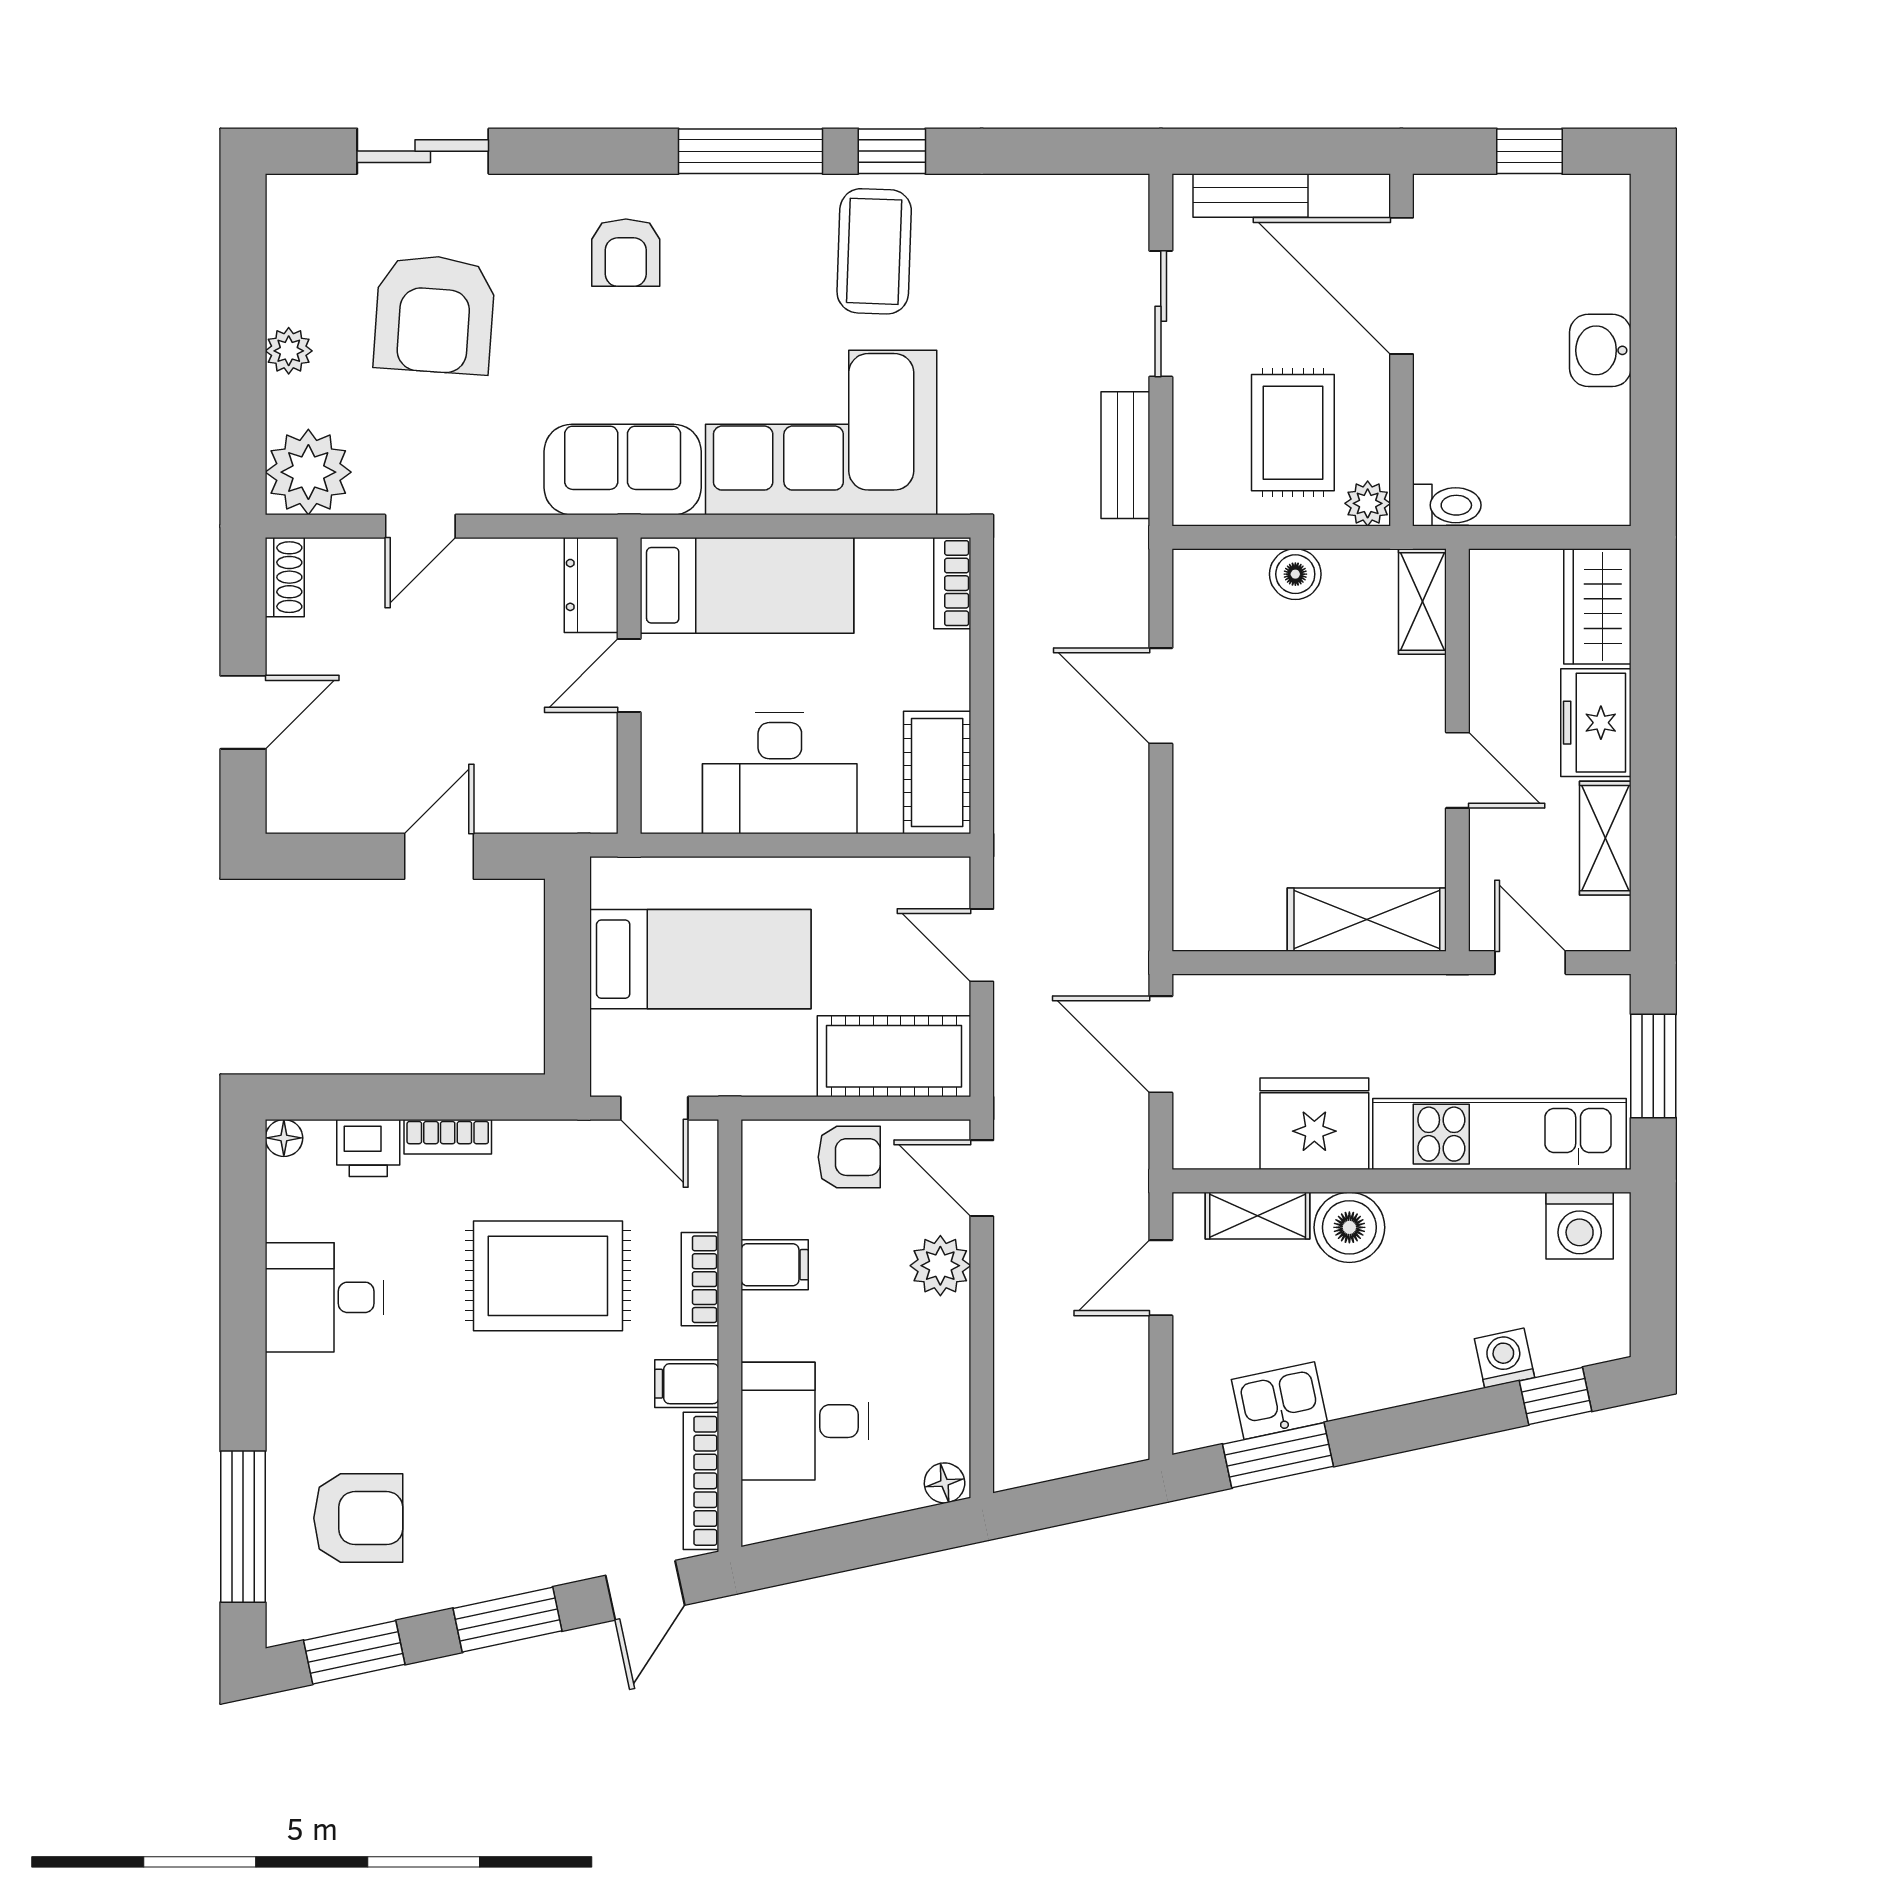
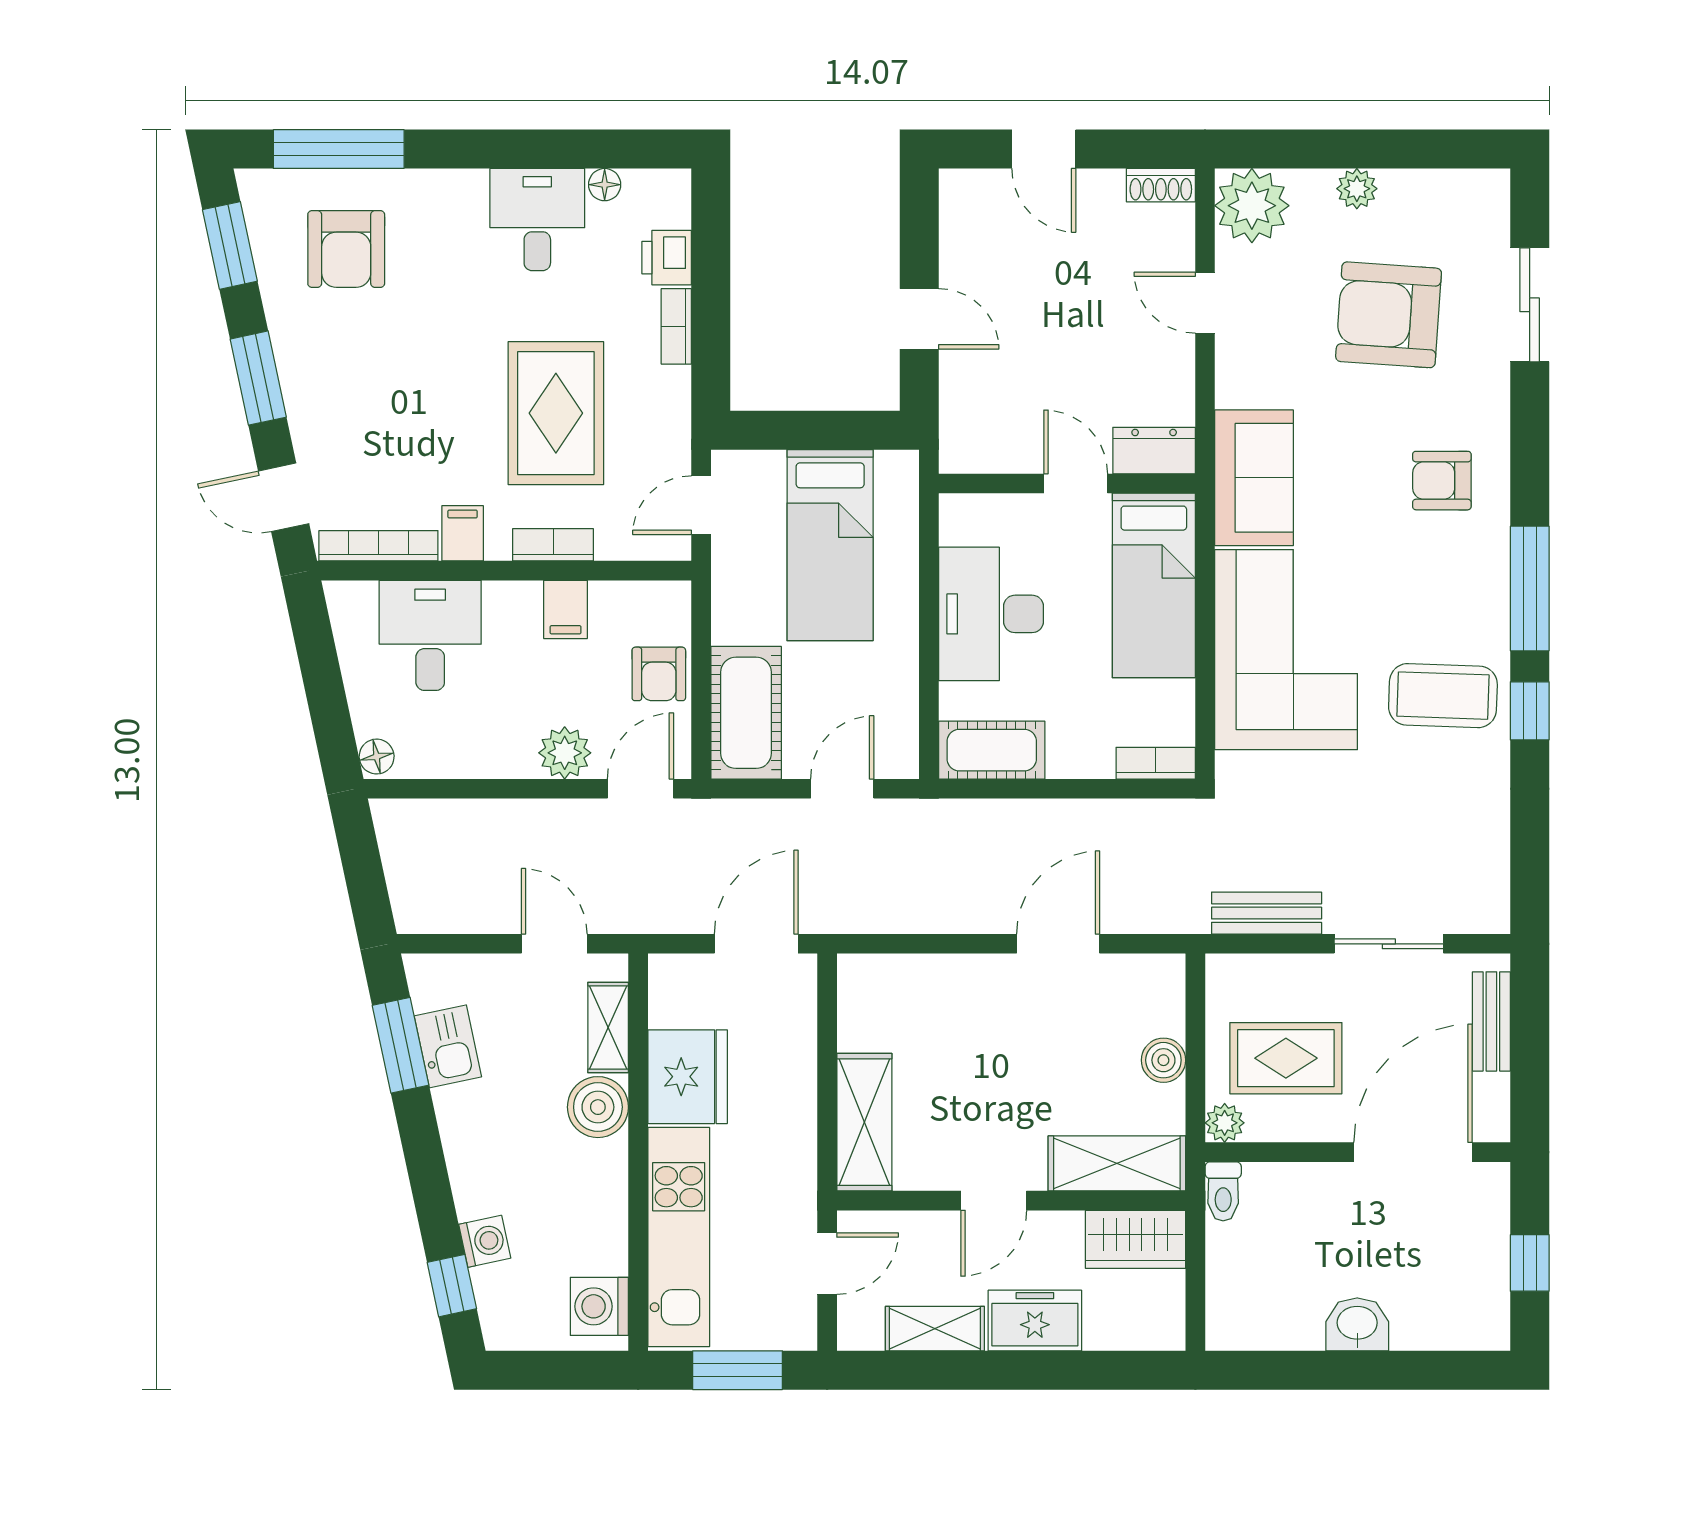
shelving: (1422, 601) -> (1117, 1163), width x1.50, depth x1.33
wardrobe: (1597, 606) -> (1136, 1239), moved, turned 180
floor lamp: (284, 1138) -> (605, 185), moved

